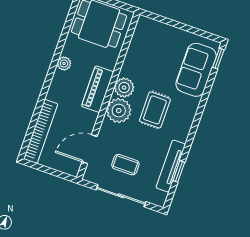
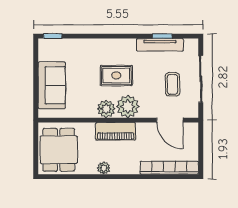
sofa: (196, 70) -> (52, 85), moved, turned -90

